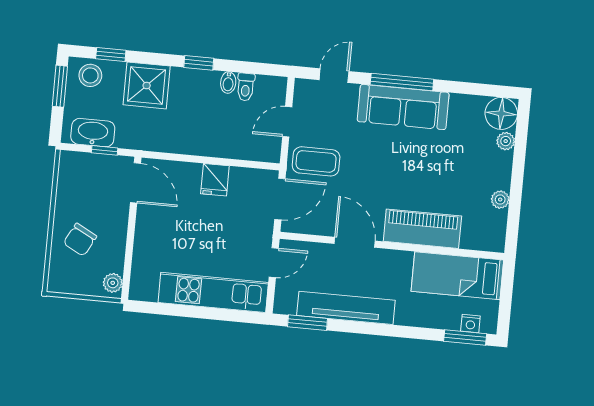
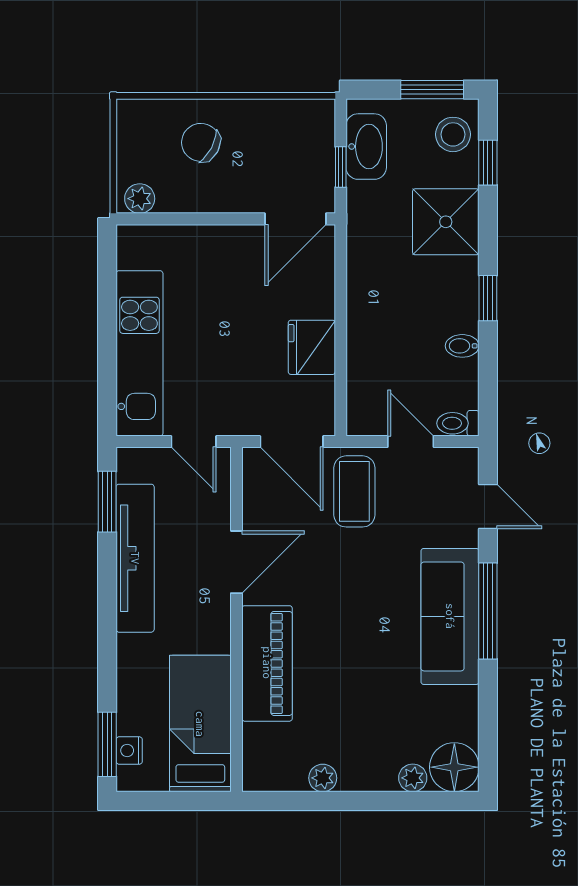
toilet: (246, 87) -> (458, 423), moved
fridge: (215, 180) -> (312, 347), width x1.38

